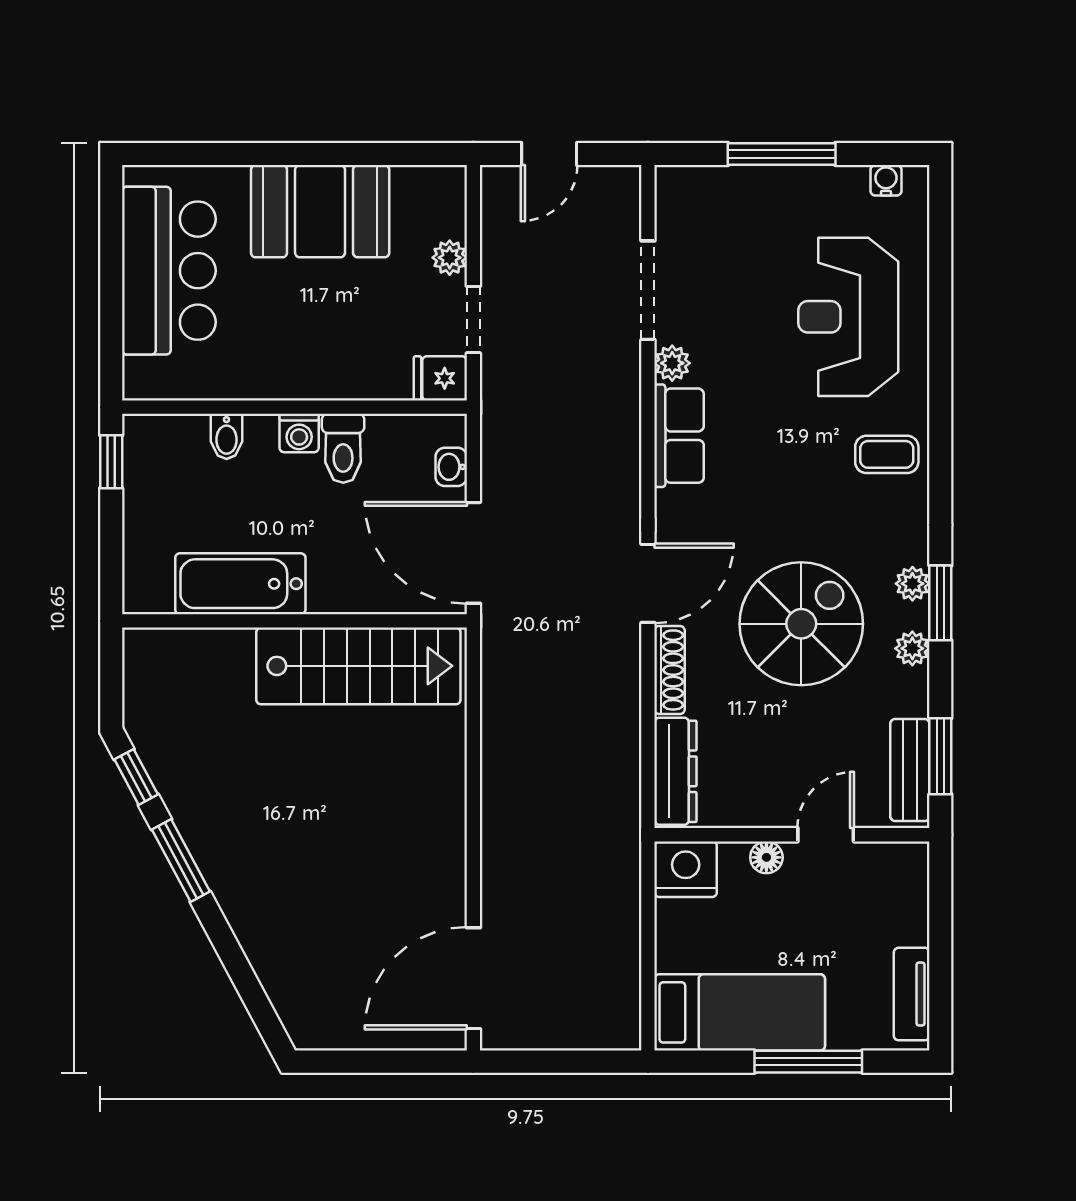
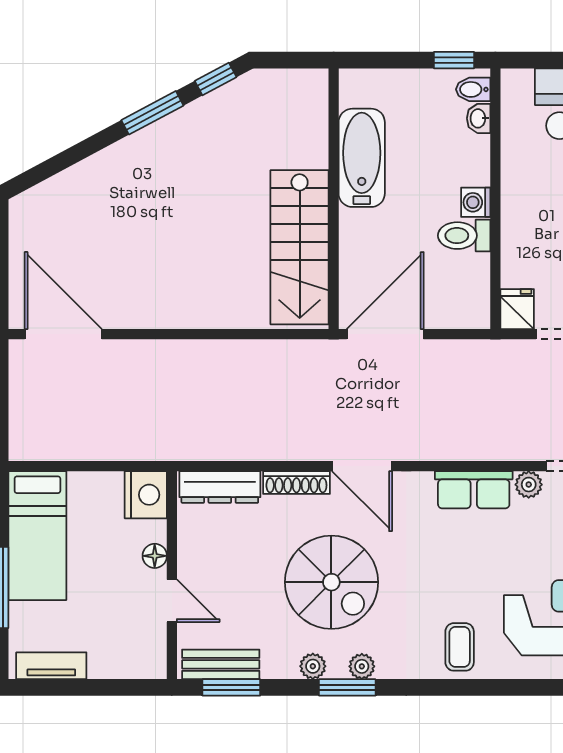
bidet: (227, 436) -> (473, 89), moved
washbasin: (451, 467) -> (479, 118), moved, turned -90

